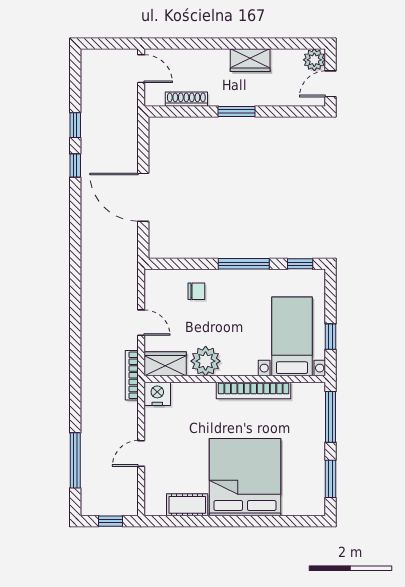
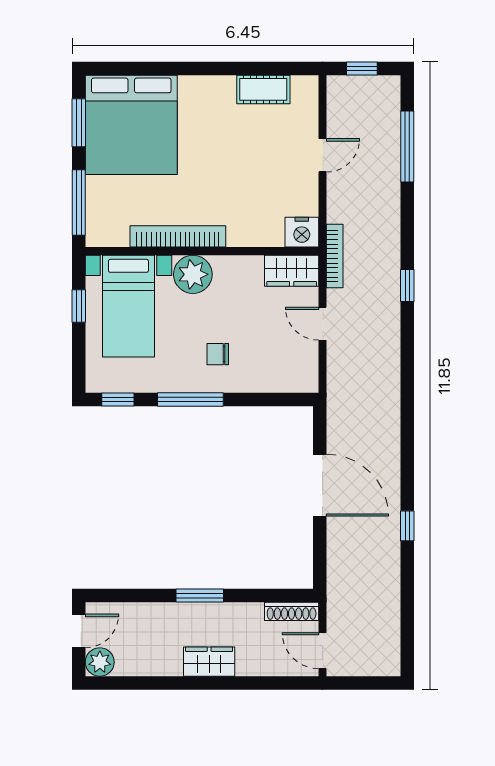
wardrobe: (250, 60) -> (209, 662), moved
shoe rack: (186, 99) -> (292, 611), moved
window: (75, 125) -> (407, 286), moved
chair: (196, 291) -> (218, 354), moved
plant: (206, 361) -> (193, 274), moved
bed: (245, 477) -> (131, 125), moved

